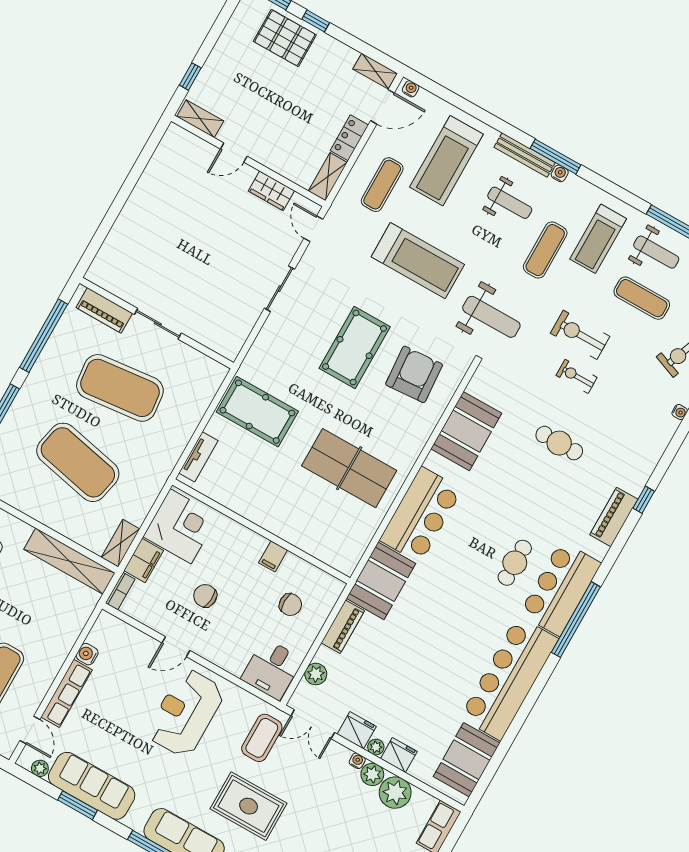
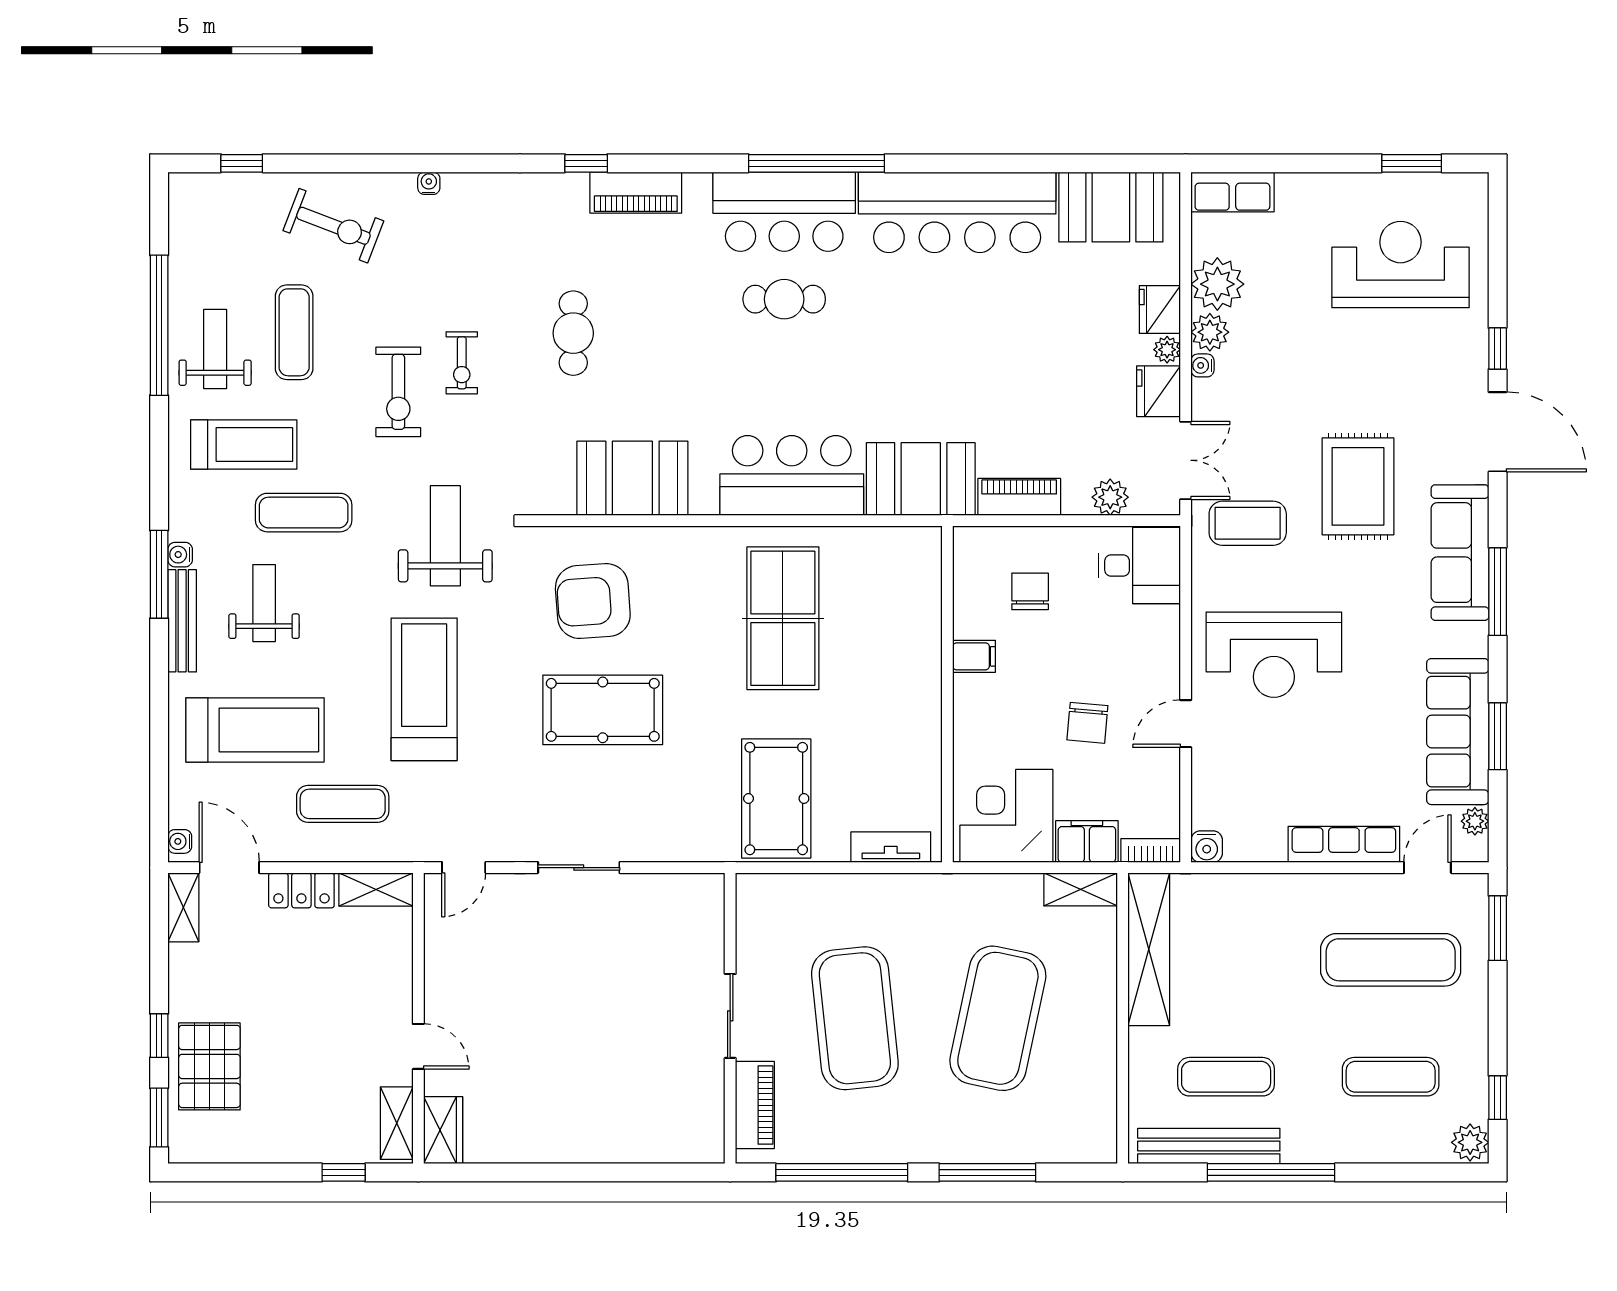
wardrobe: (271, 191) -> (443, 1130), moved
door: (176, 647) -> (1186, 724), swing flipped
water cooler: (87, 654) -> (1207, 847), moved

